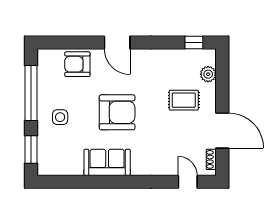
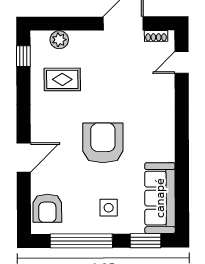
door: (117, 43) -> (24, 157), moved
armchair: (77, 64) -> (47, 208), moved
rug: (184, 100) -> (62, 79), moved, turned 90
sofa: (107, 162) -> (160, 198), moved, width x1.36

